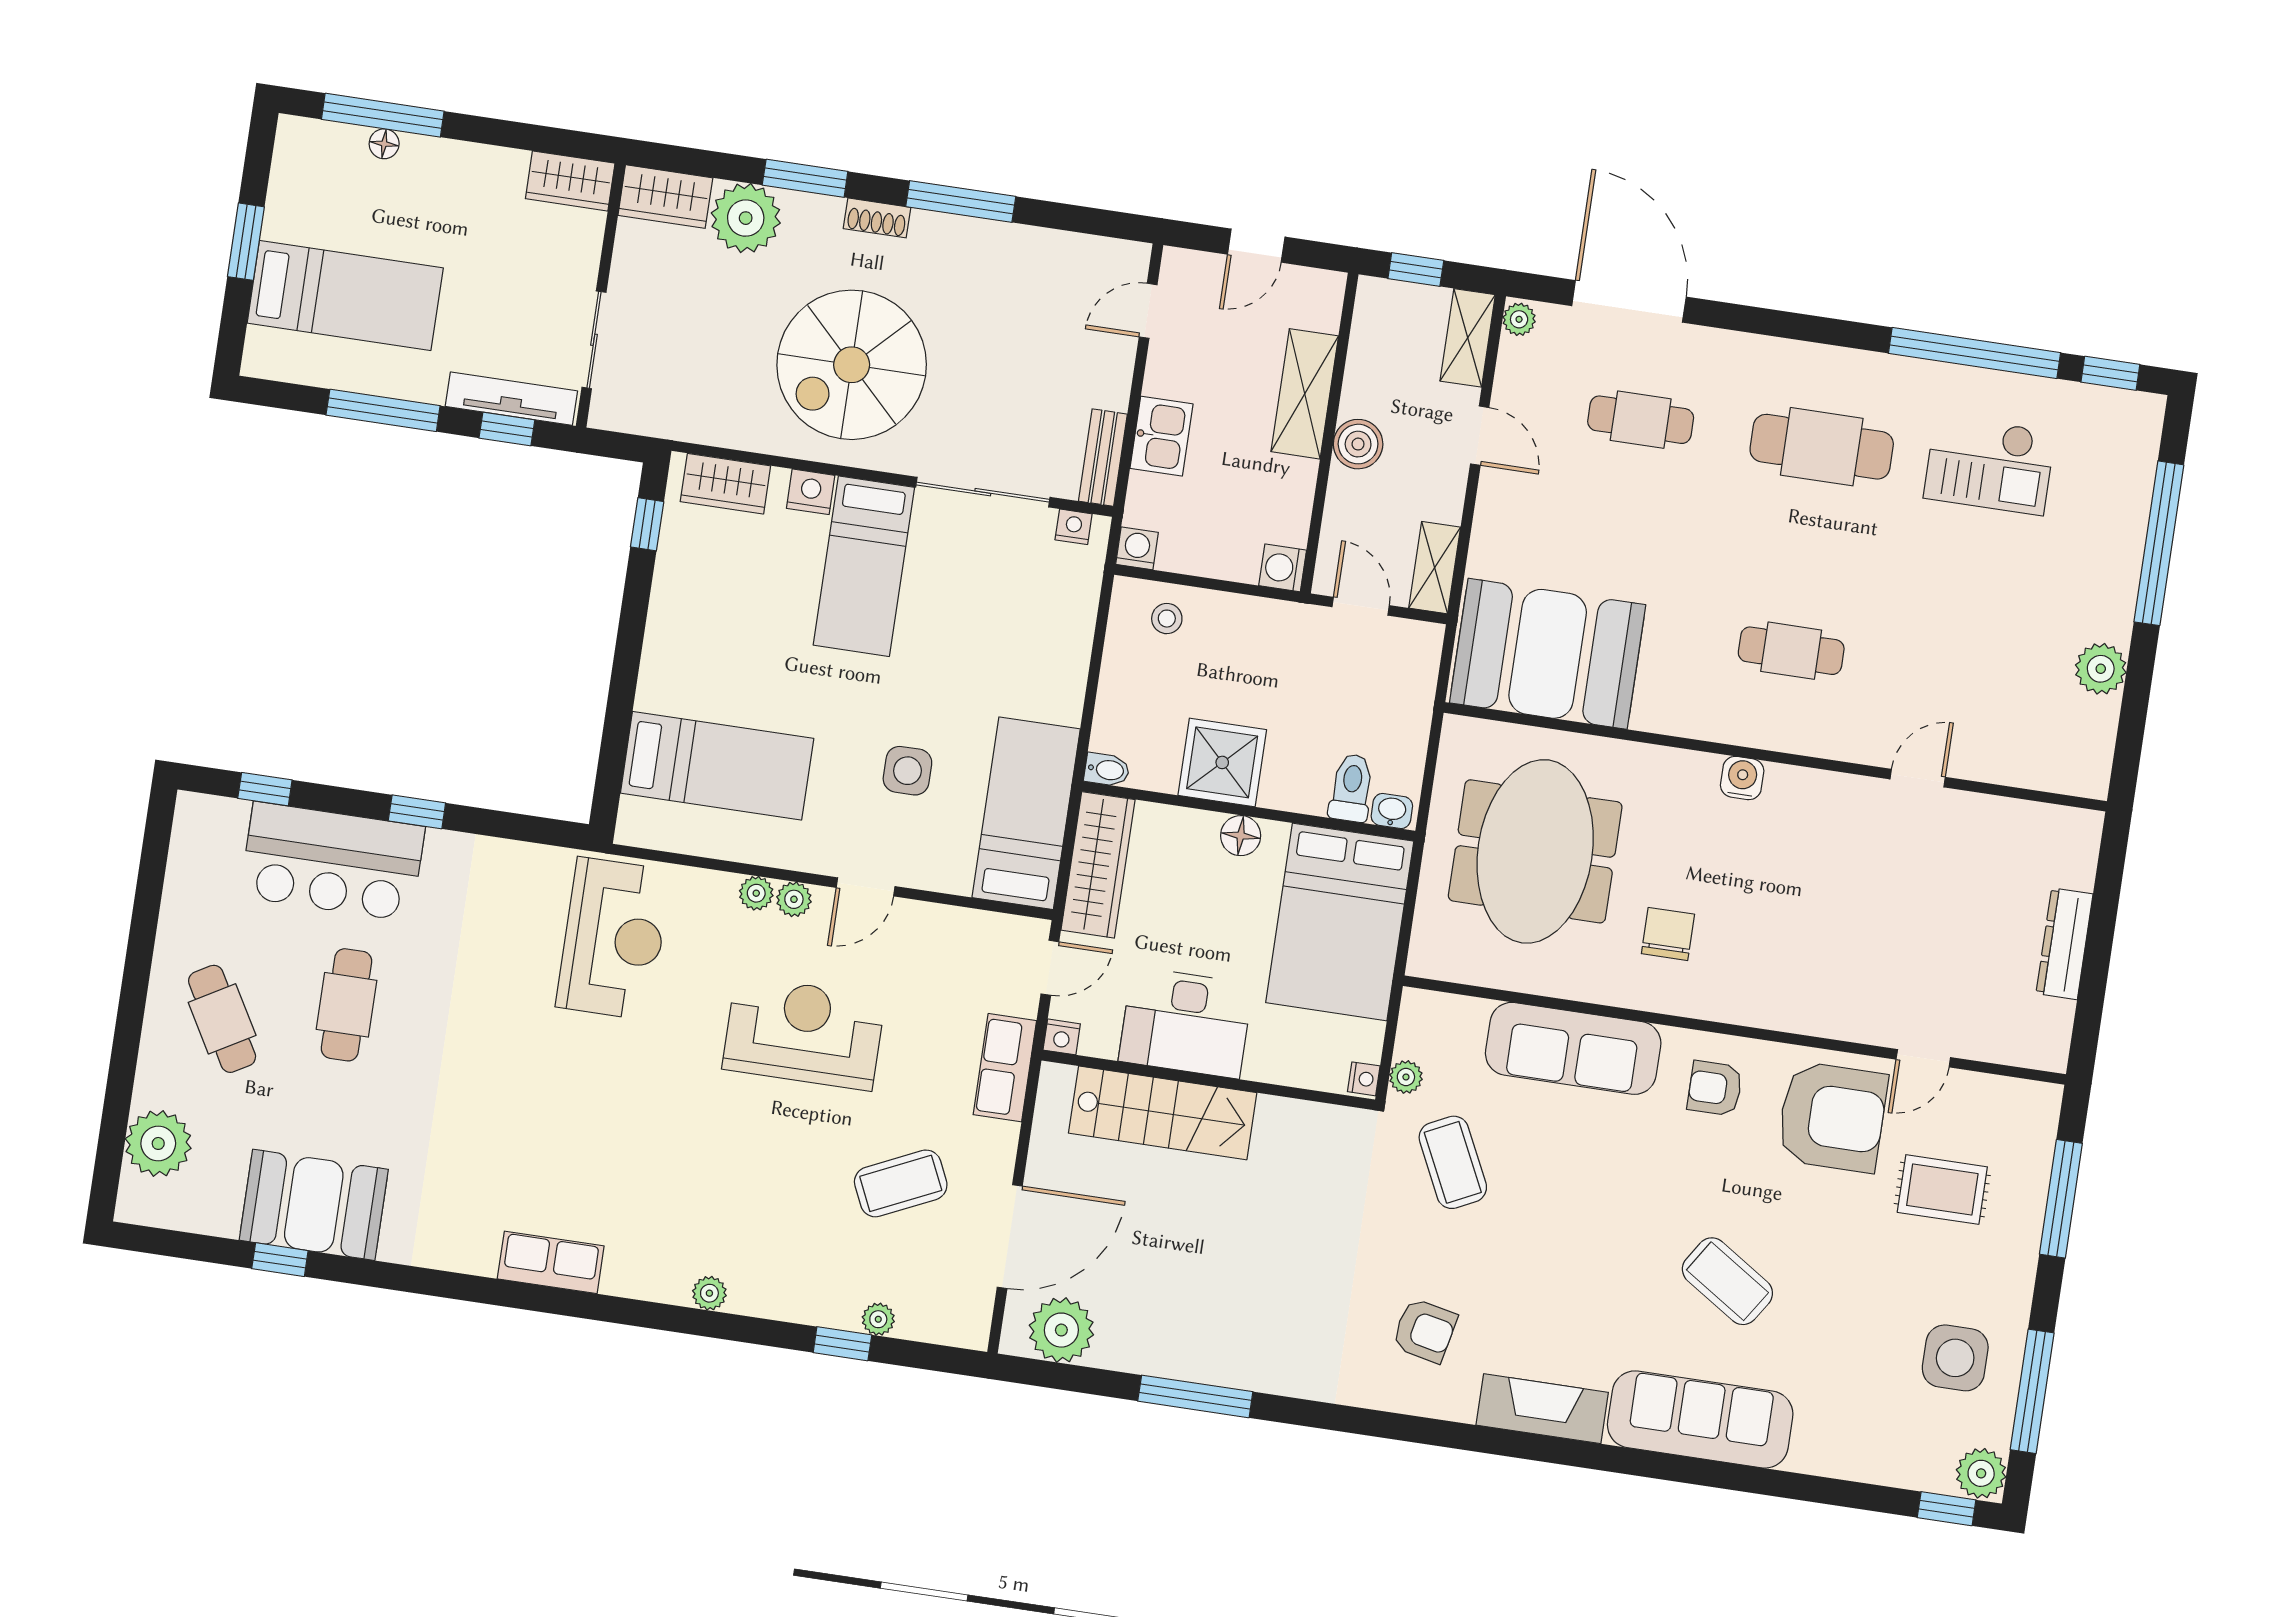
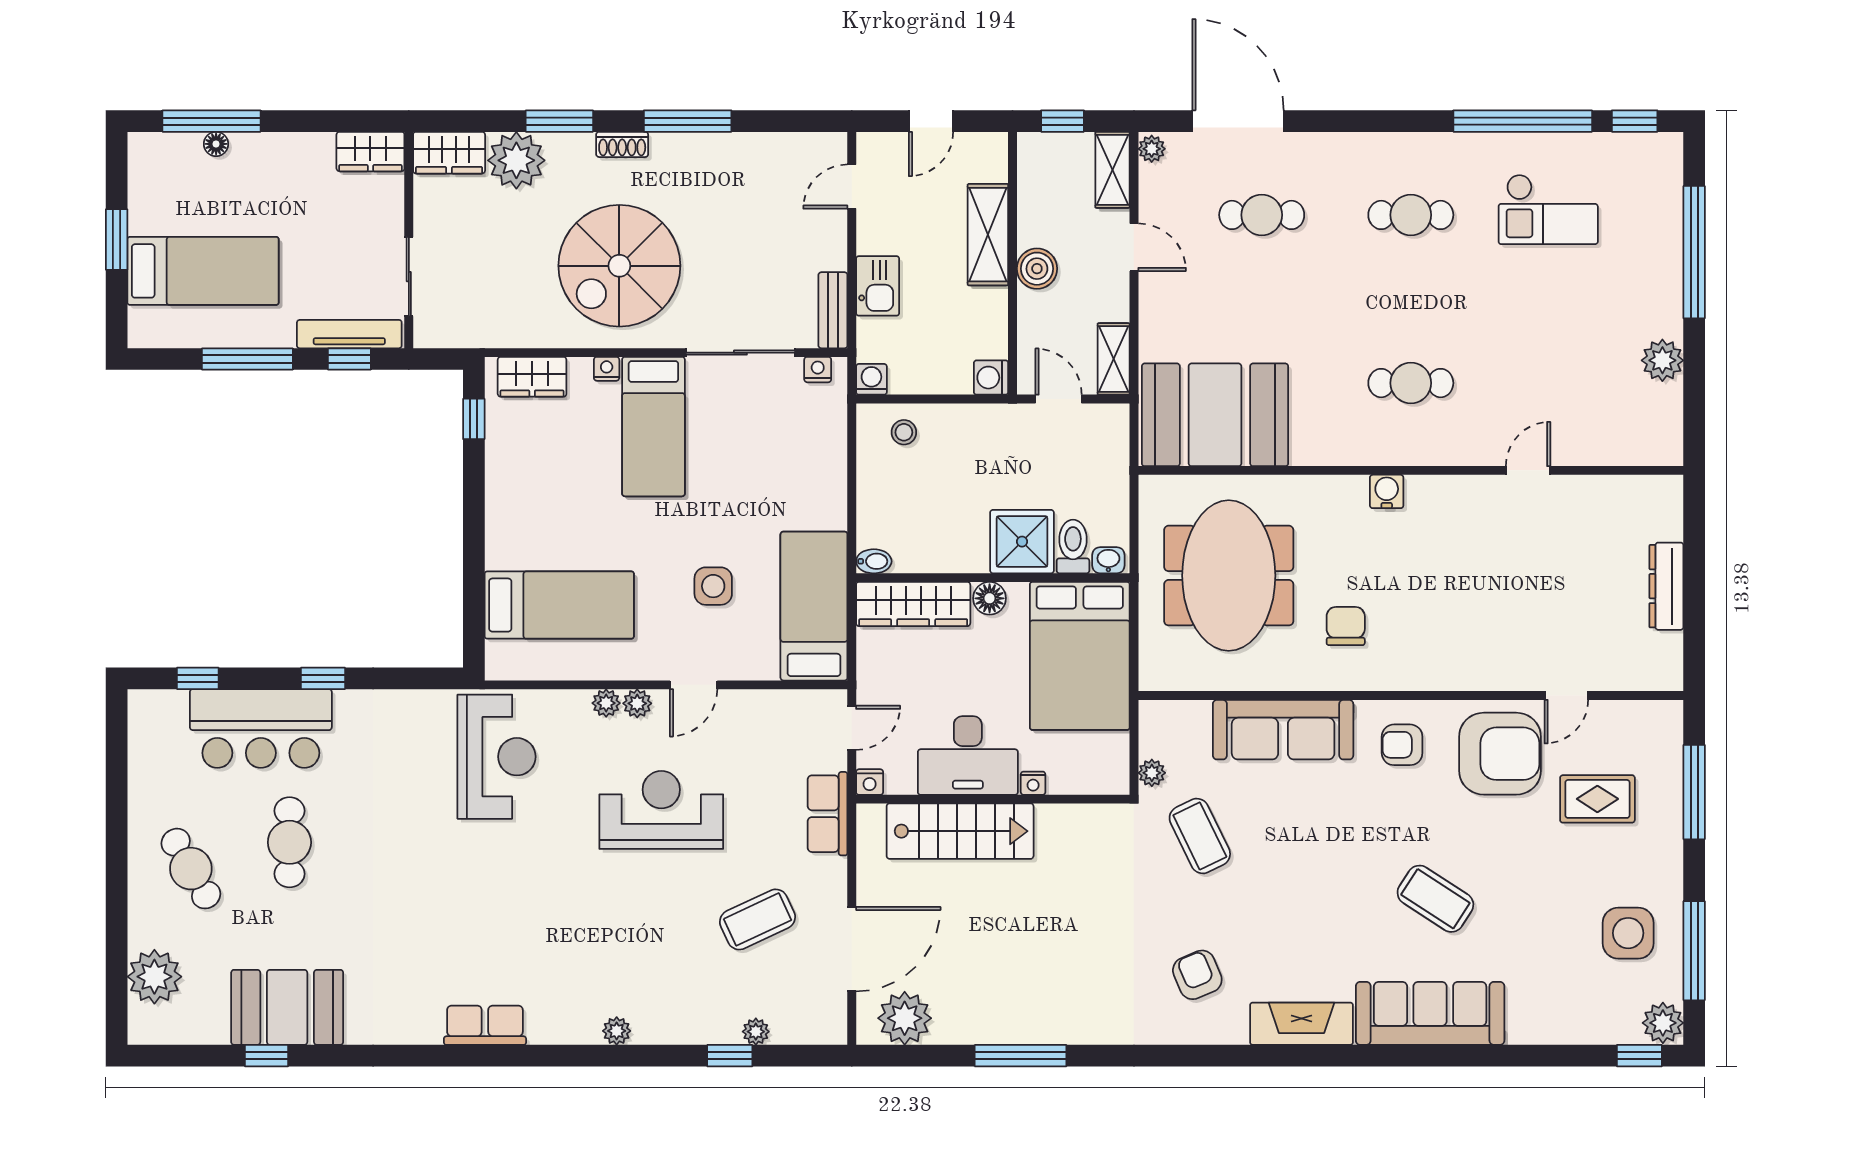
cafe table: (1822, 447) -> (1411, 215), width x0.73, depth x0.74
nightstand: (811, 492) -> (607, 369), width x0.72, depth x0.74
shower: (1222, 762) -> (1022, 542), moved
wardrobe: (1098, 865) -> (913, 604), moved, turned 90
nightstand: (1364, 1079) -> (1033, 783), moved, turned 90
armchair: (1425, 1330) -> (1197, 975), turned -125

